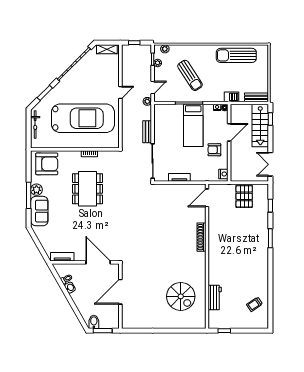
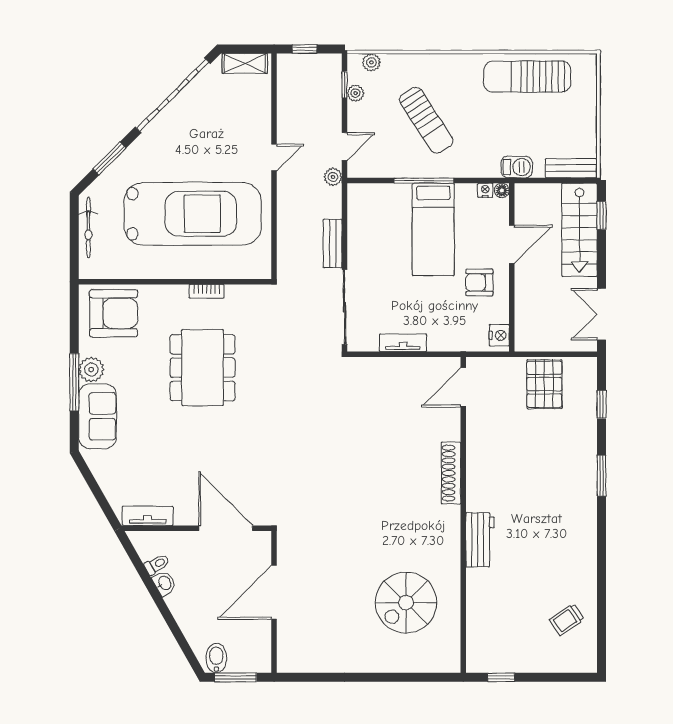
spiral stairs: (181, 296) -> (406, 603), turned 90
workbench: (215, 297) -> (480, 540), moved

